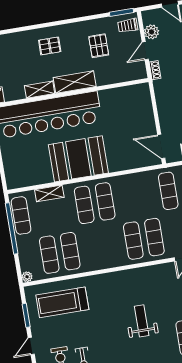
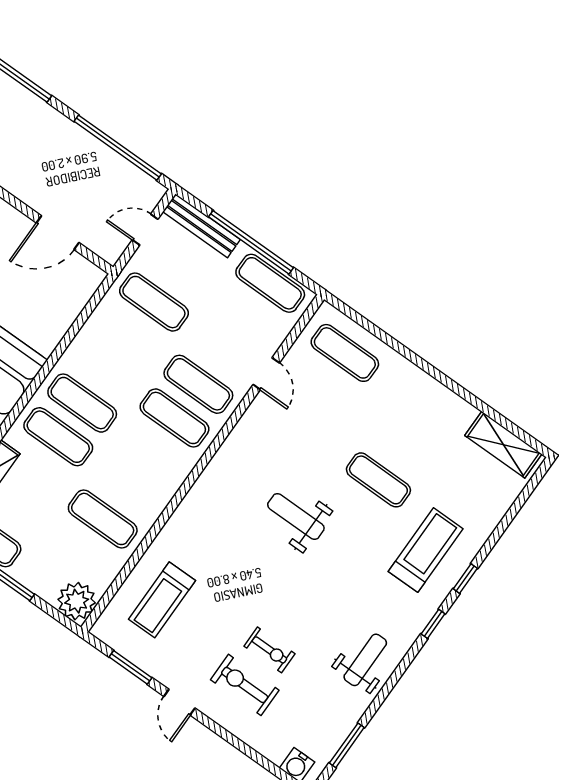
door: (161, 146) -> (58, 233), moved
exercise mat: (49, 255) -> (79, 553), removed
plant: (27, 277) -> (77, 601), width x1.88, depth x1.88
treadmill: (62, 302) -> (162, 600), width x0.73, depth x0.73

